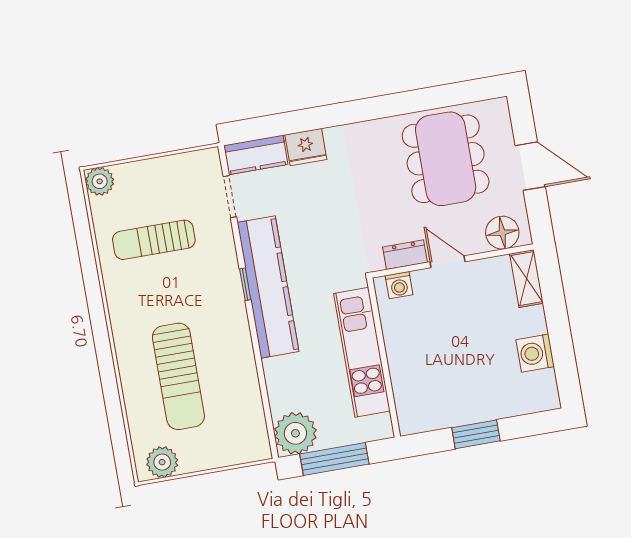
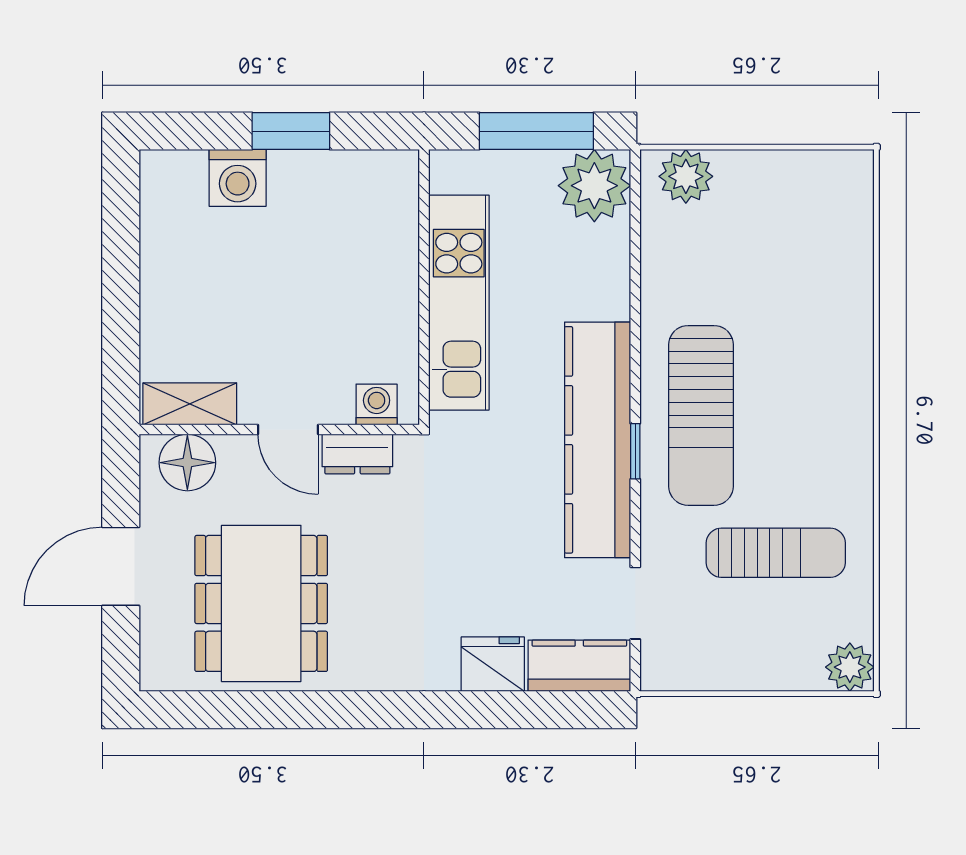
door: (530, 166) -> (121, 566), hinge flipped
shelving: (526, 279) -> (190, 404), moved, turned 90
washing machine: (535, 353) -> (238, 178), moved, turned 90
sun lounger: (178, 376) -> (701, 415), moved, turned 180
plant: (162, 462) -> (686, 176), moved

